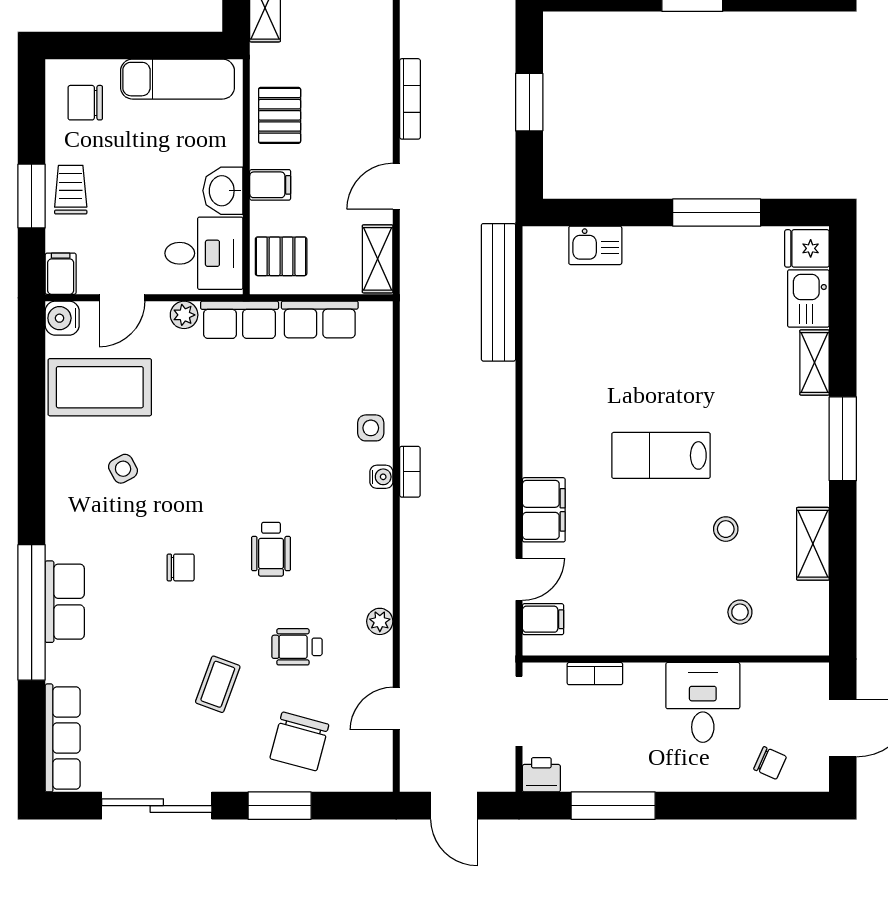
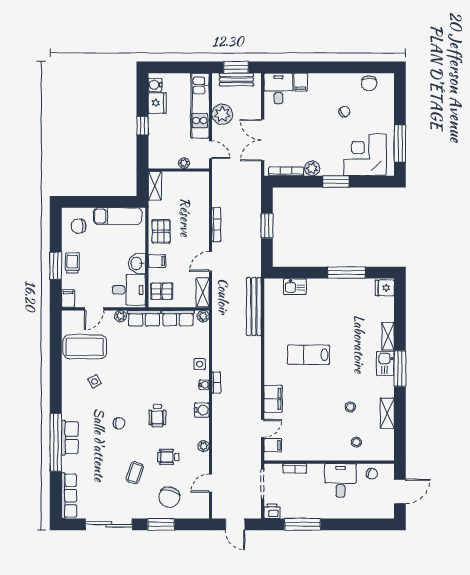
kitchen sink: (808, 298) -> (385, 363), moved
plant: (379, 315) -> (203, 316), added
water cooler: (62, 318) -> (202, 410), moved, turned 180
lab bench: (661, 455) -> (309, 355), moved
chair: (770, 763) -> (372, 474), moved

